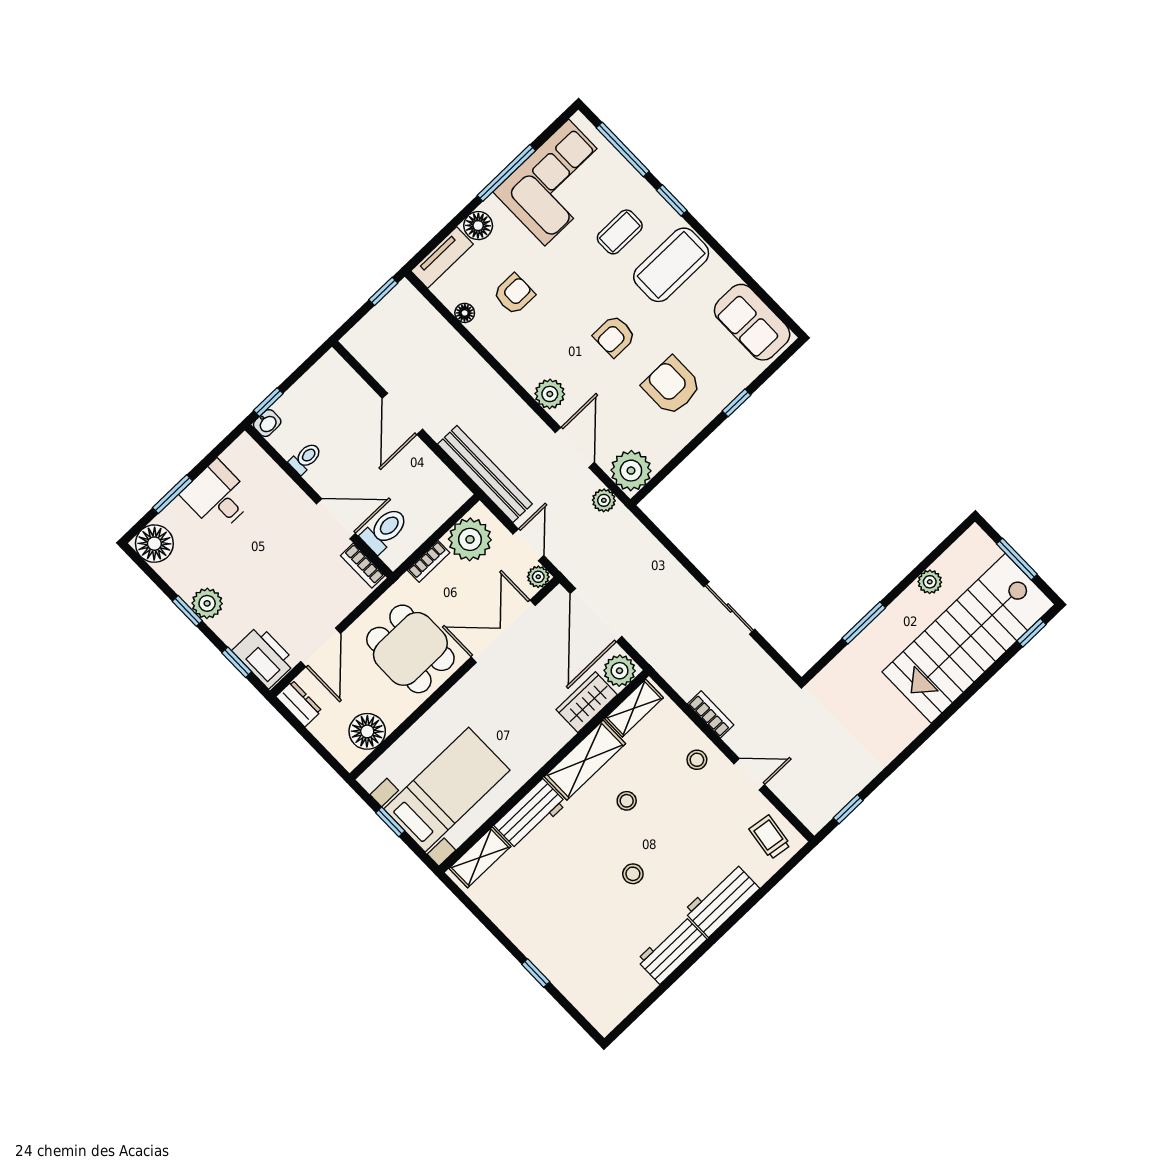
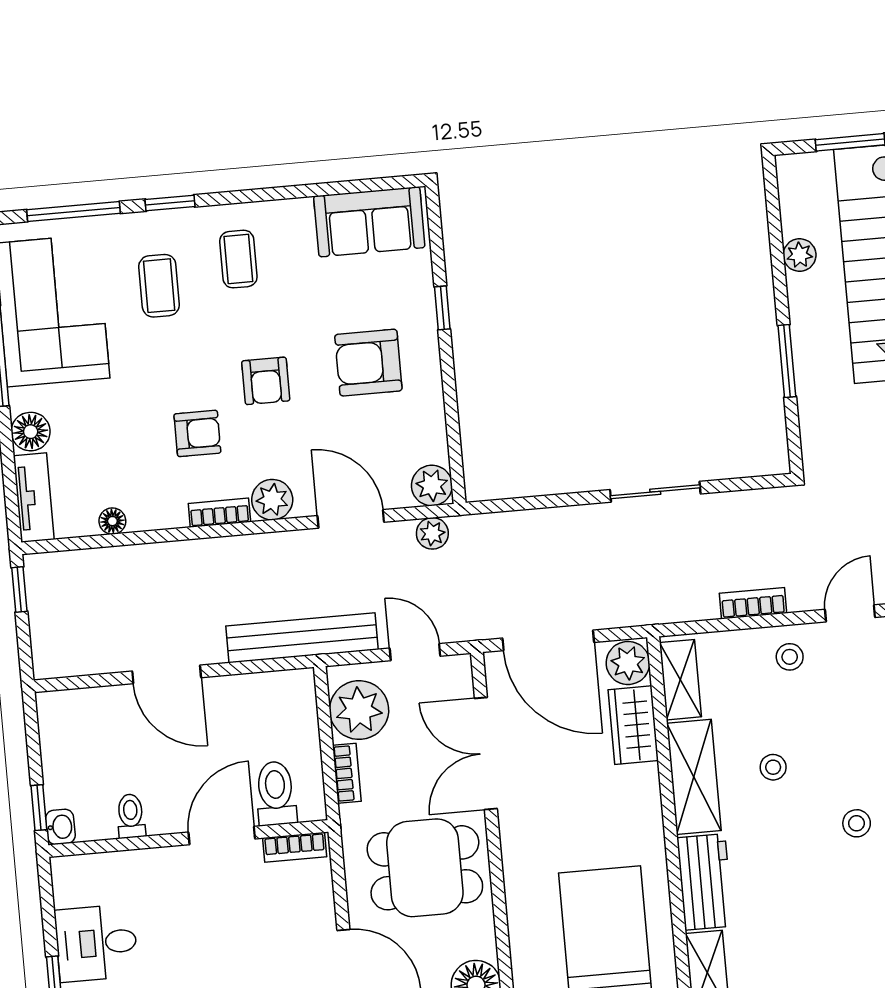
coffee table: (671, 265) -> (238, 259), width x0.54, depth x0.58
armchair: (514, 294) -> (197, 433), moved, turned 90
bookcase: (518, 370) -> (219, 513), added
plant: (631, 471) -> (432, 485), width x0.73, depth x0.73
plant: (538, 577) -> (458, 669), removed

